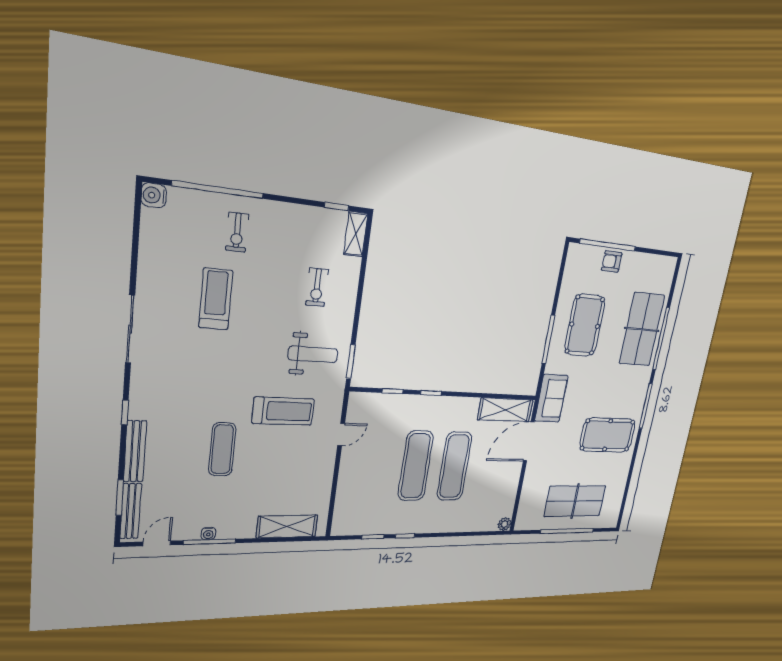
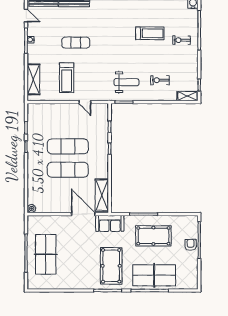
weight bench: (313, 354) -> (126, 82), turned -90
treadmill: (283, 411) -> (67, 78), moved
pool table: (608, 435) -> (111, 266), moved

